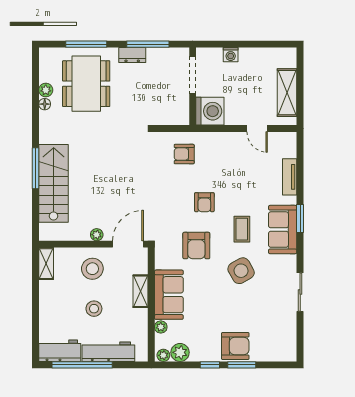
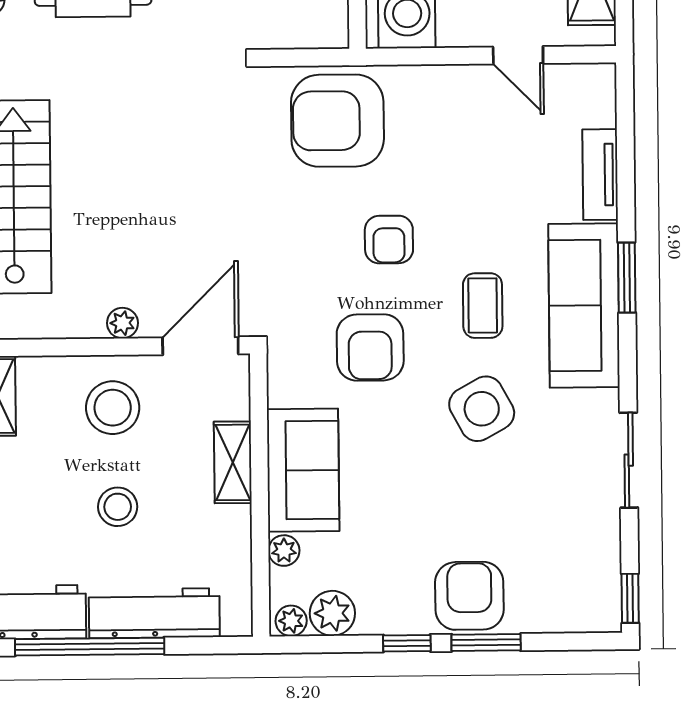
armchair: (184, 154) -> (337, 121), width x1.88, depth x1.88
sofa: (283, 230) -> (584, 305), width x1.36
armchair: (235, 346) -> (469, 596), turned -90
window: (300, 348) -> (630, 598), added

